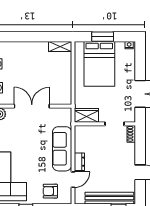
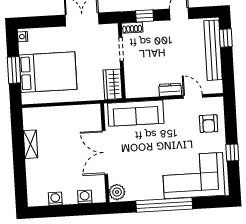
shelving: (60, 46) -> (30, 144), moved
window: (140, 144) -> (145, 16), added
sofa: (62, 149) -> (136, 113), moved

